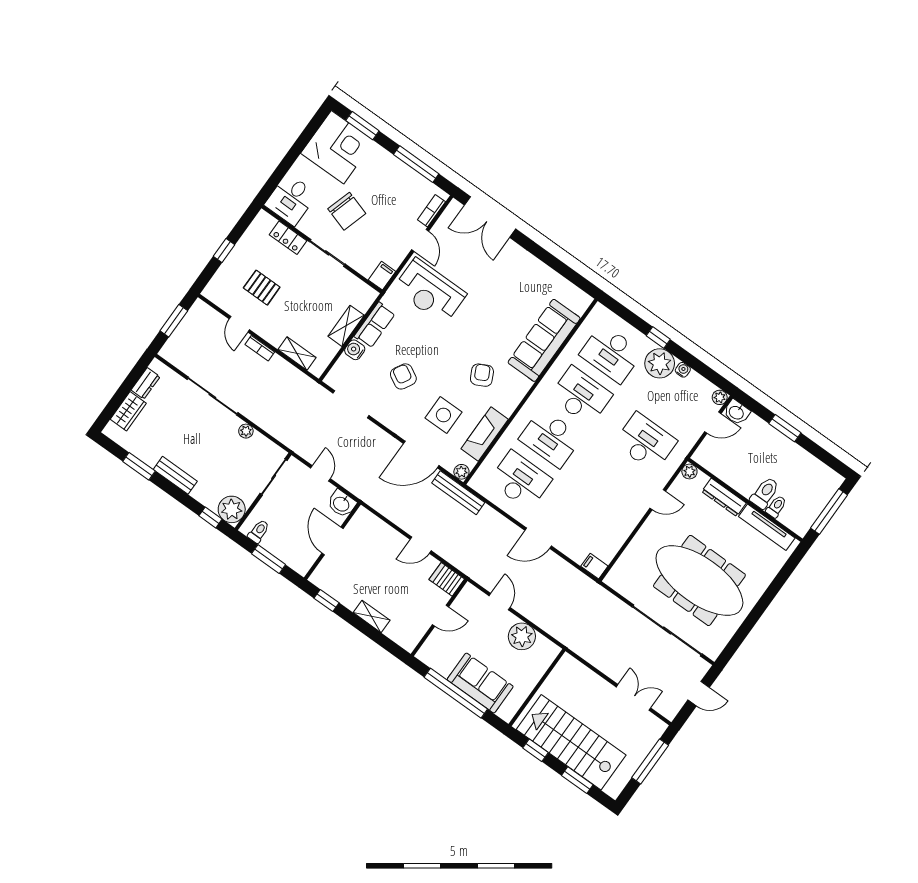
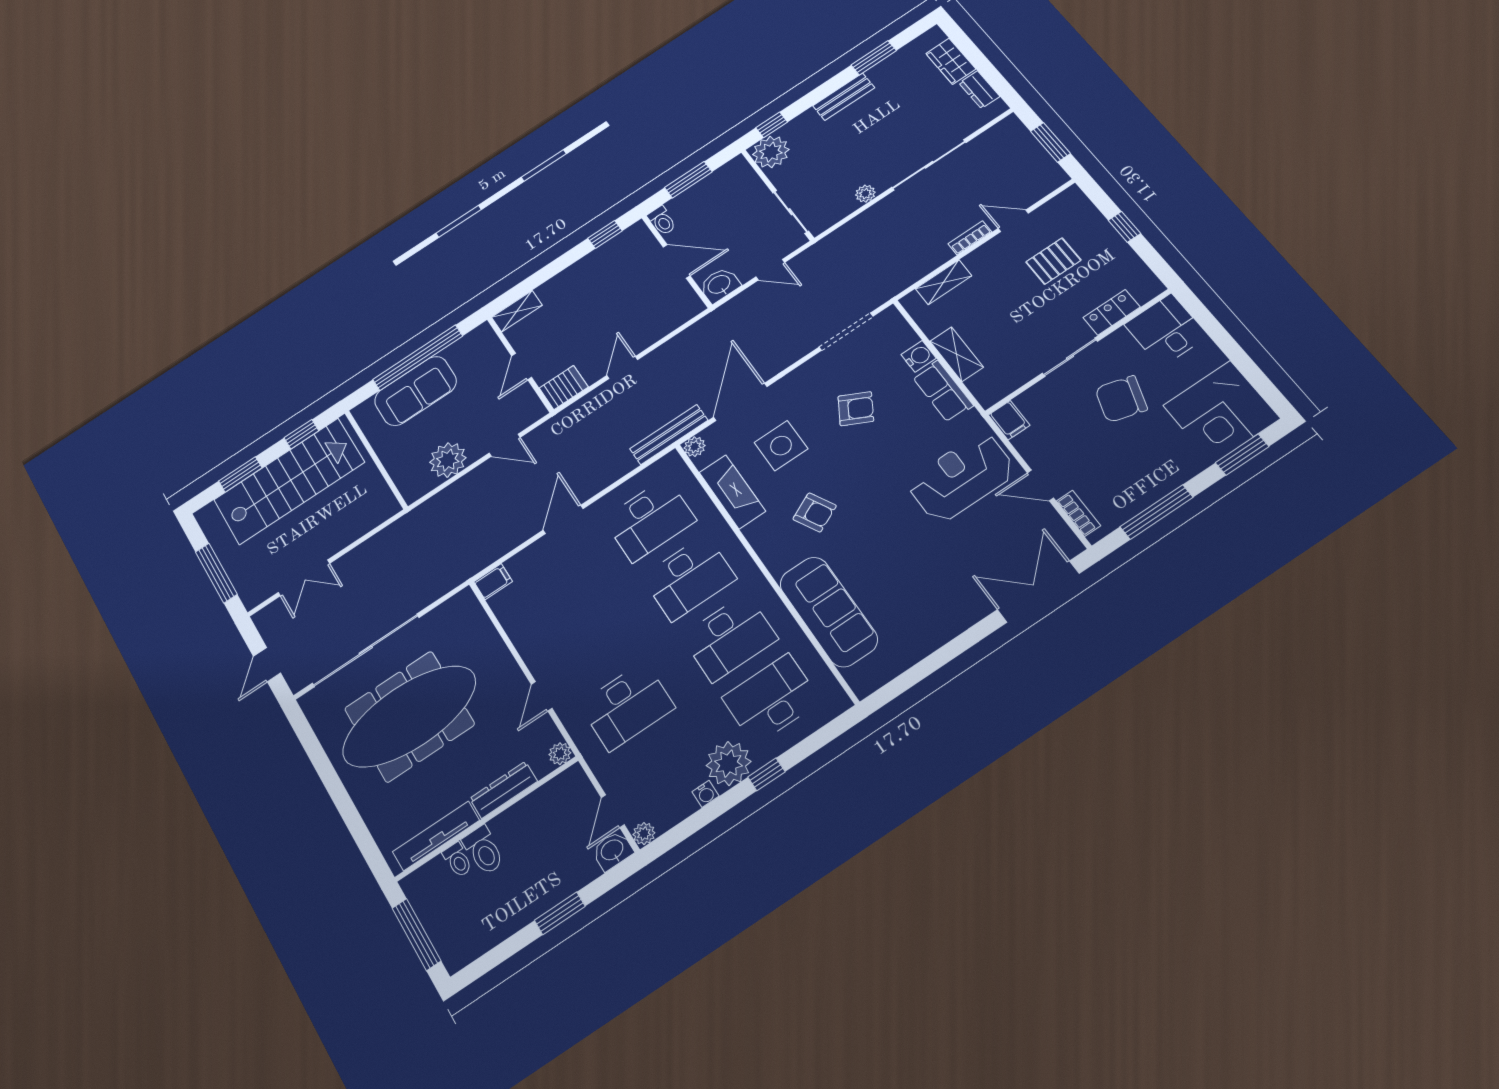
desk: (551, 438) -> (689, 578), turned 180
toilet: (259, 531) -> (662, 221), moved
shelving: (372, 616) -> (517, 311), moved

